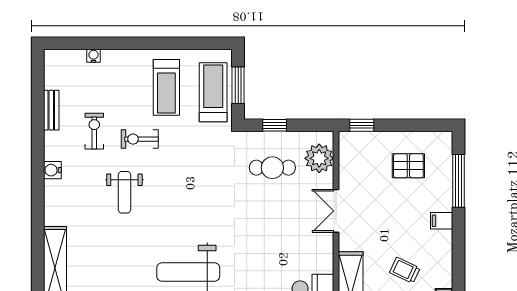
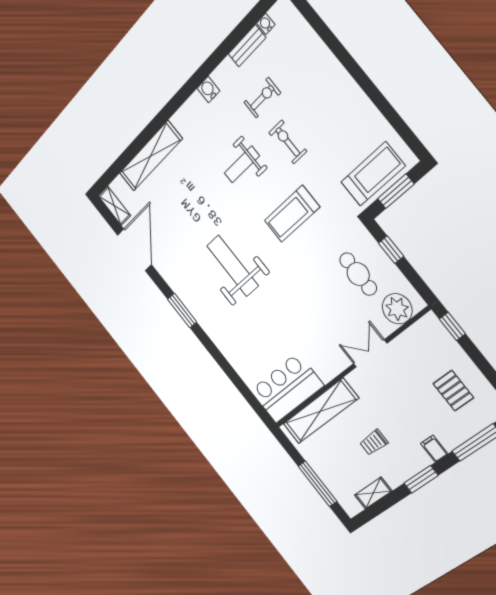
water cooler: (93, 56) -> (266, 24), moved, turned -90
treadmill: (166, 87) -> (292, 214), moved
window: (459, 254) -> (421, 479), added
trolley: (405, 270) -> (374, 442), turned -115

